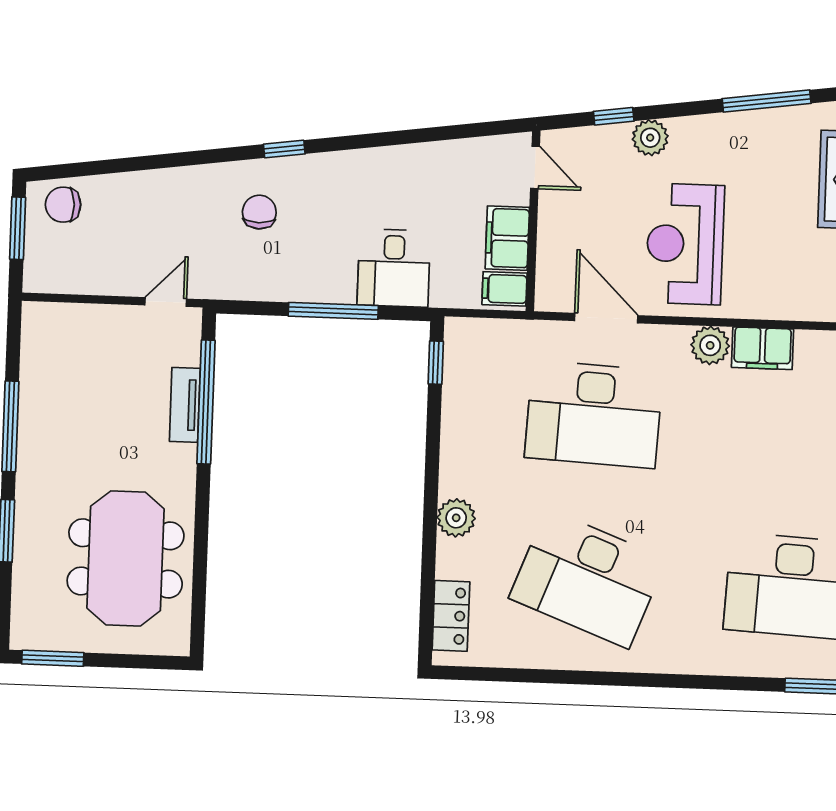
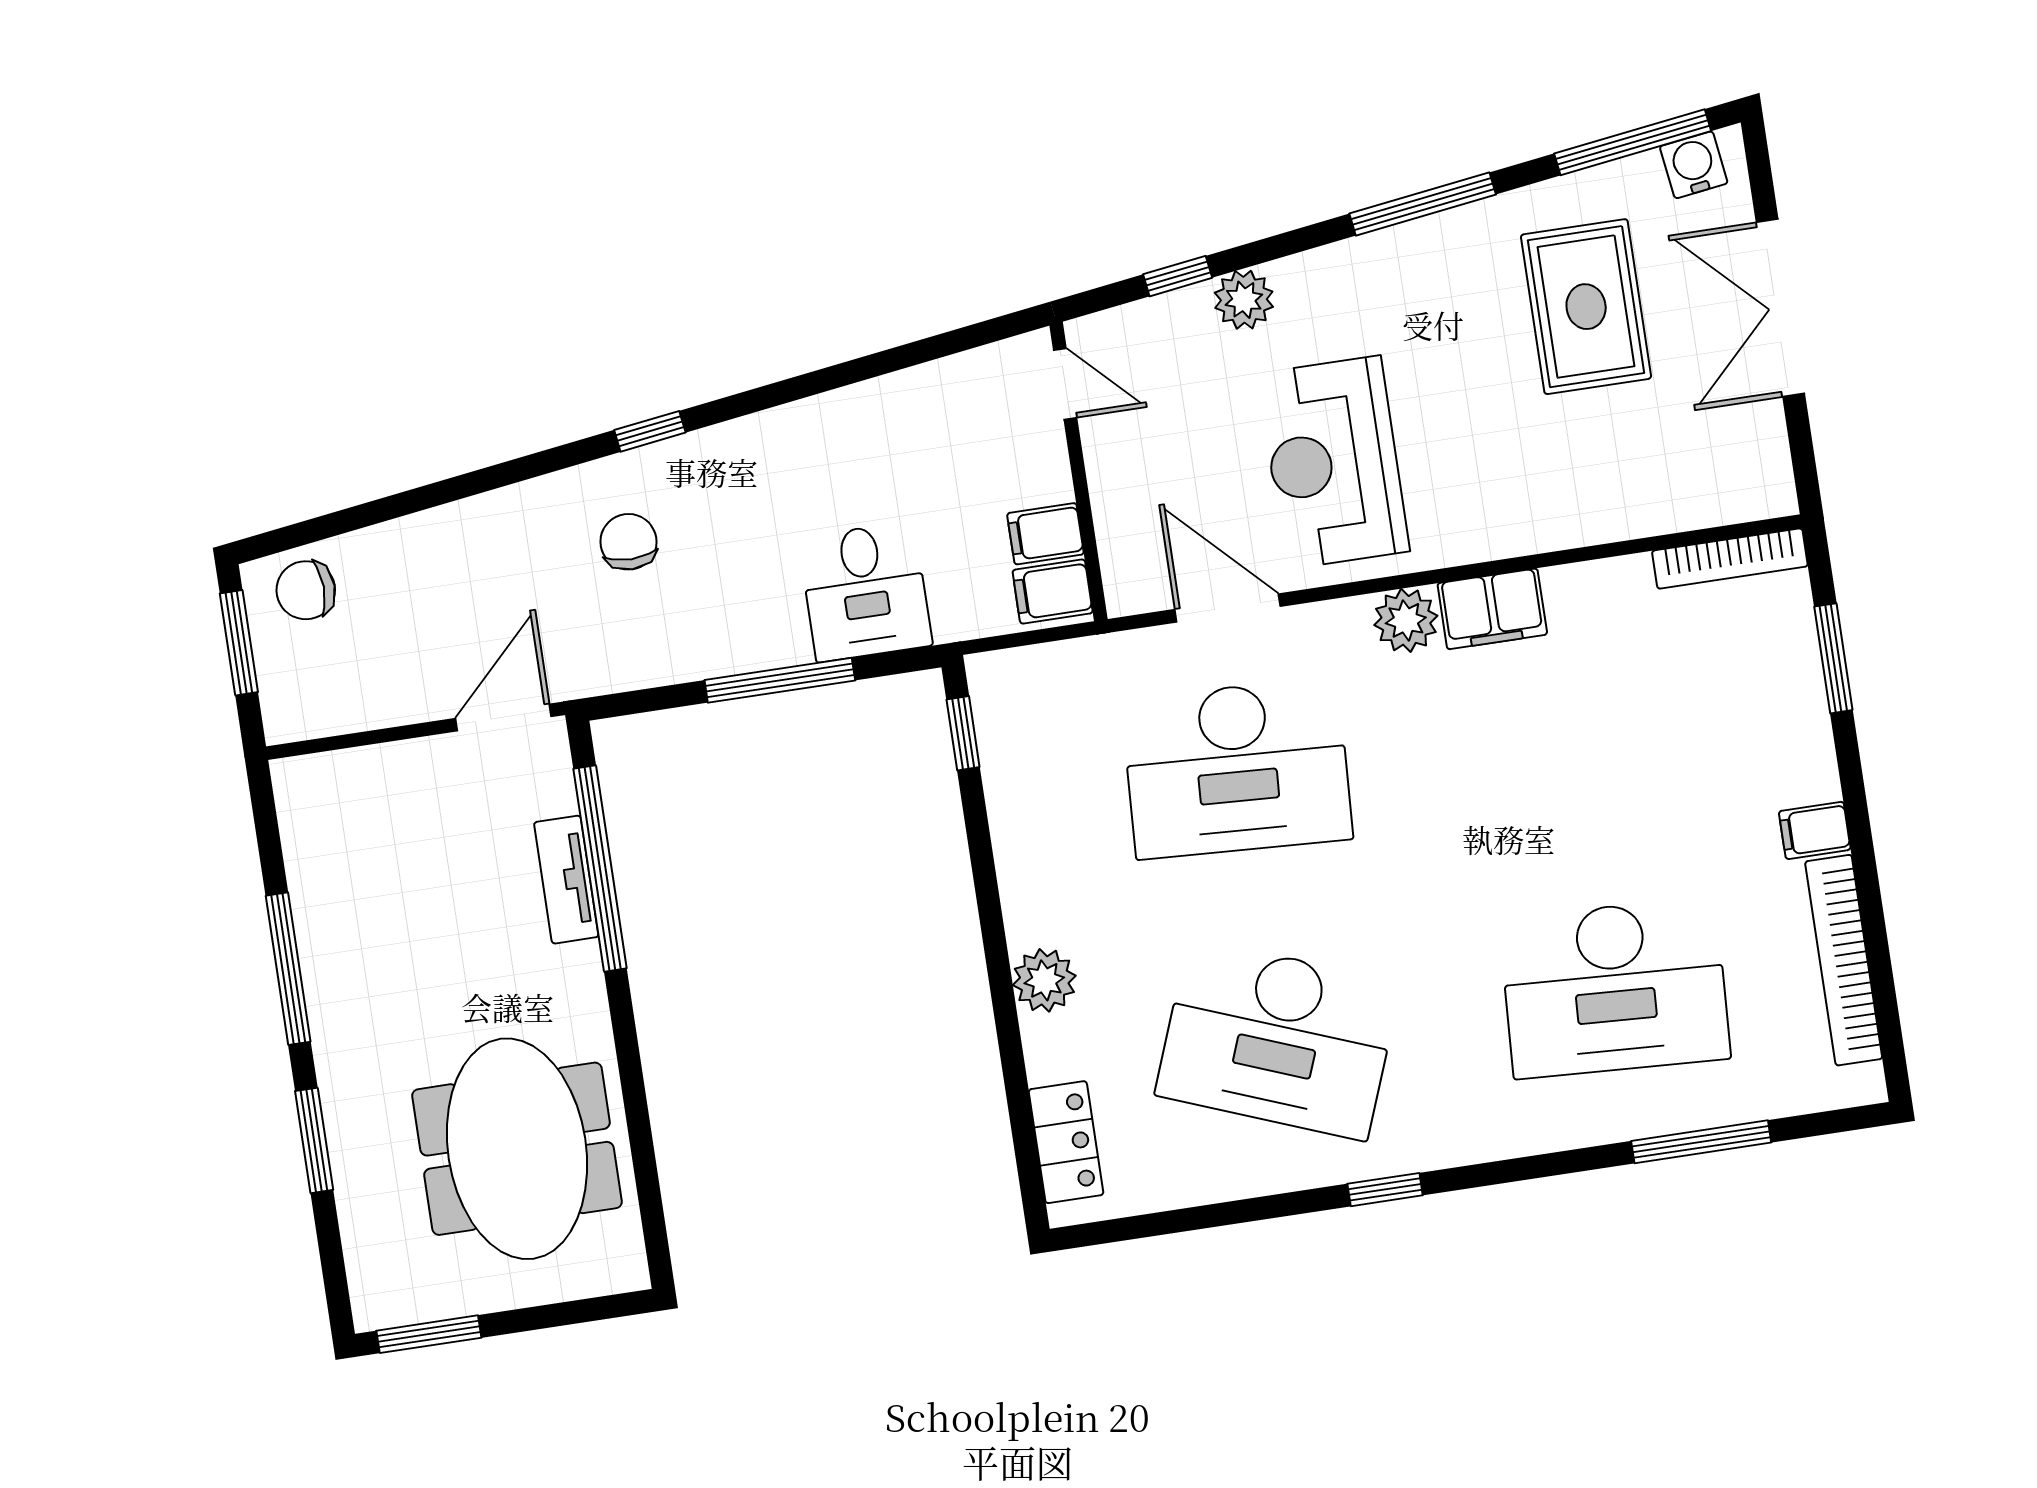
filing cabinet: (507, 238) -> (1045, 534), width x0.50
door: (166, 302) -> (503, 717), width x1.38
window: (634, 680) -> (1385, 1190), added

